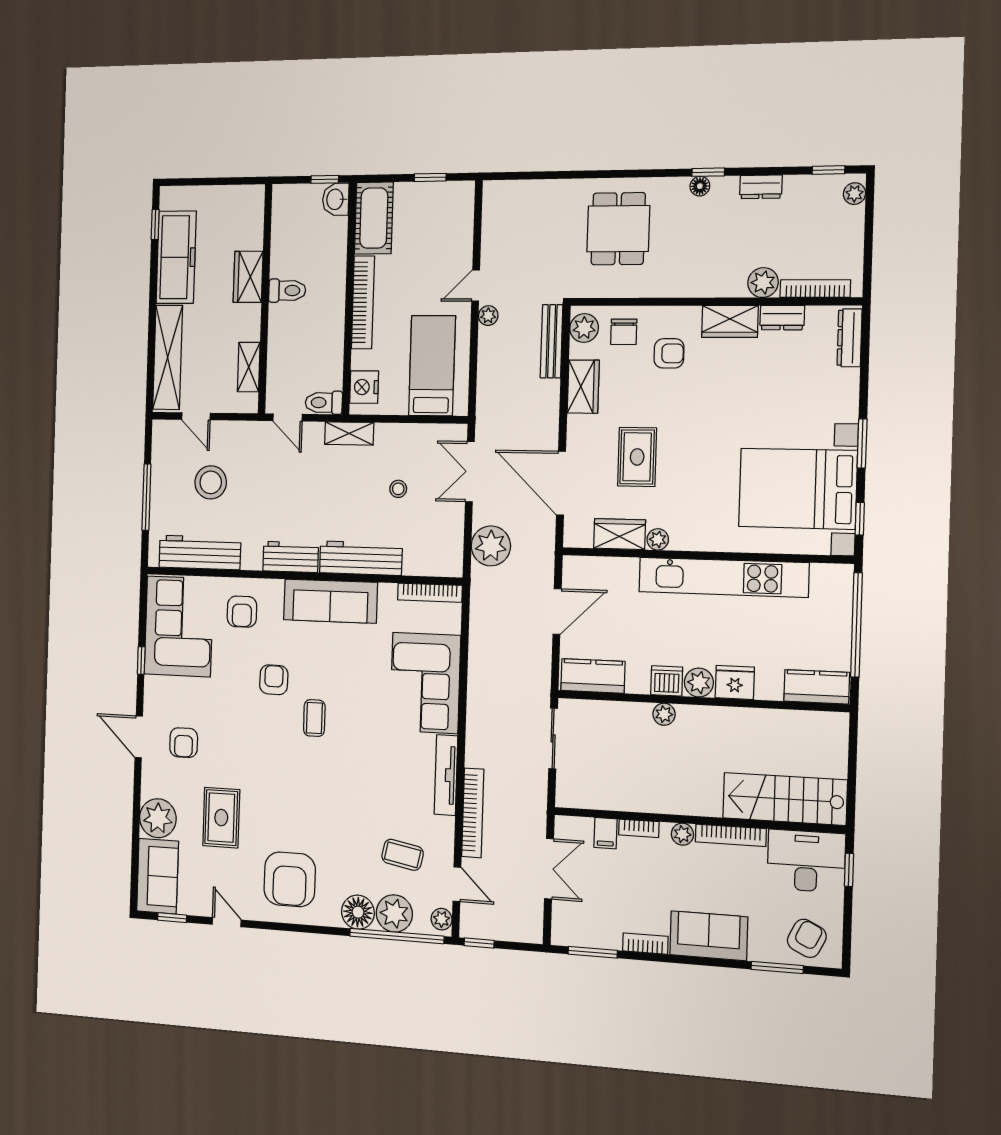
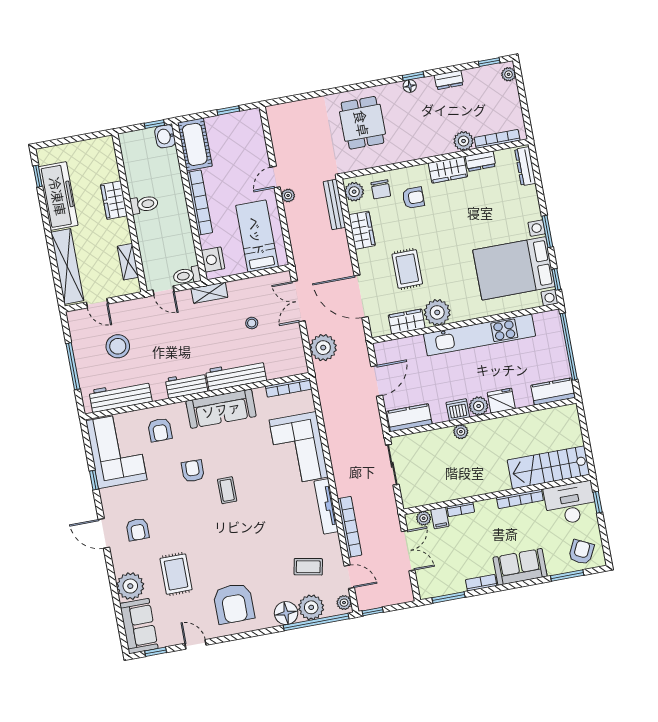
plant: (658, 539) -> (437, 312), width x1.88, depth x1.88
plant: (682, 834) -> (424, 518), moved

